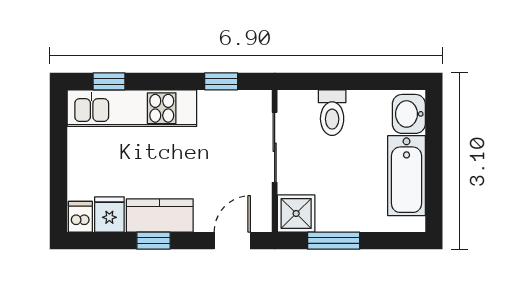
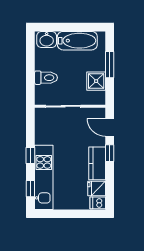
window: (221, 81) -> (30, 156), moved
shower: (296, 213) -> (96, 81), moved
window: (153, 241) -> (110, 153), moved
window: (334, 241) -> (110, 65), moved

